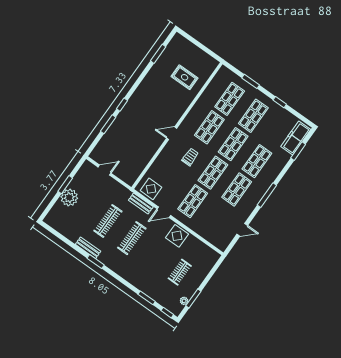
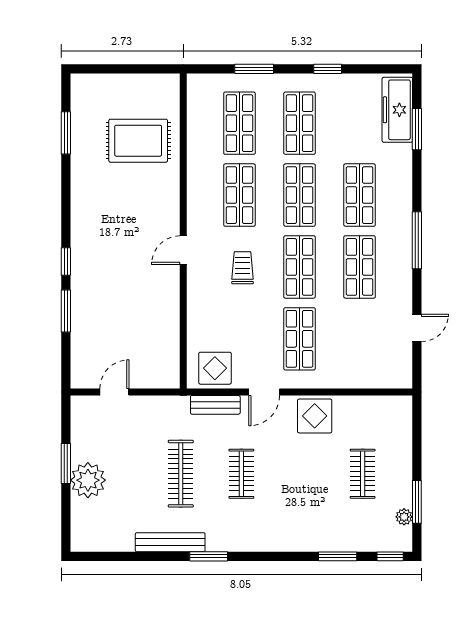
rug: (185, 77) -> (138, 141), width x1.36, depth x1.43
clothes rail: (132, 238) -> (241, 474), width x0.73
bench: (88, 248) -> (170, 542), width x1.36

